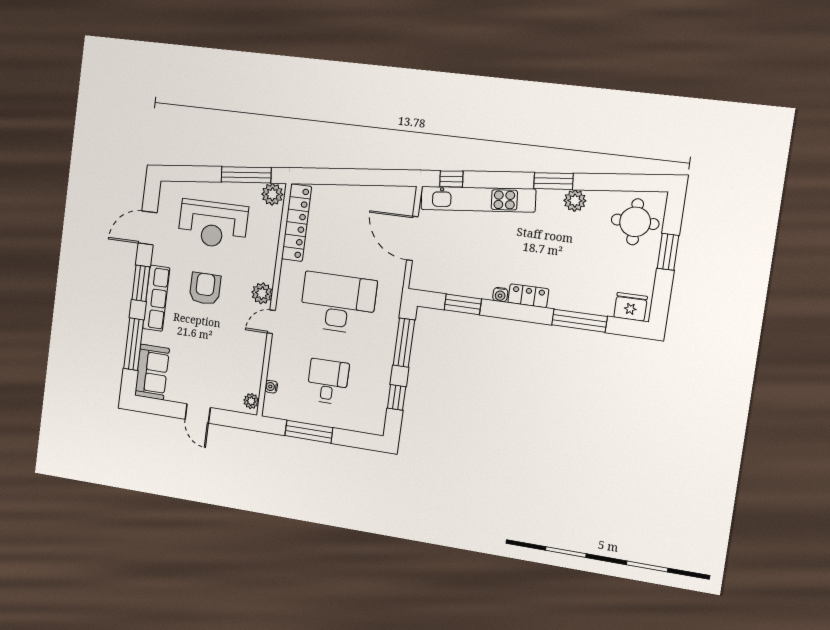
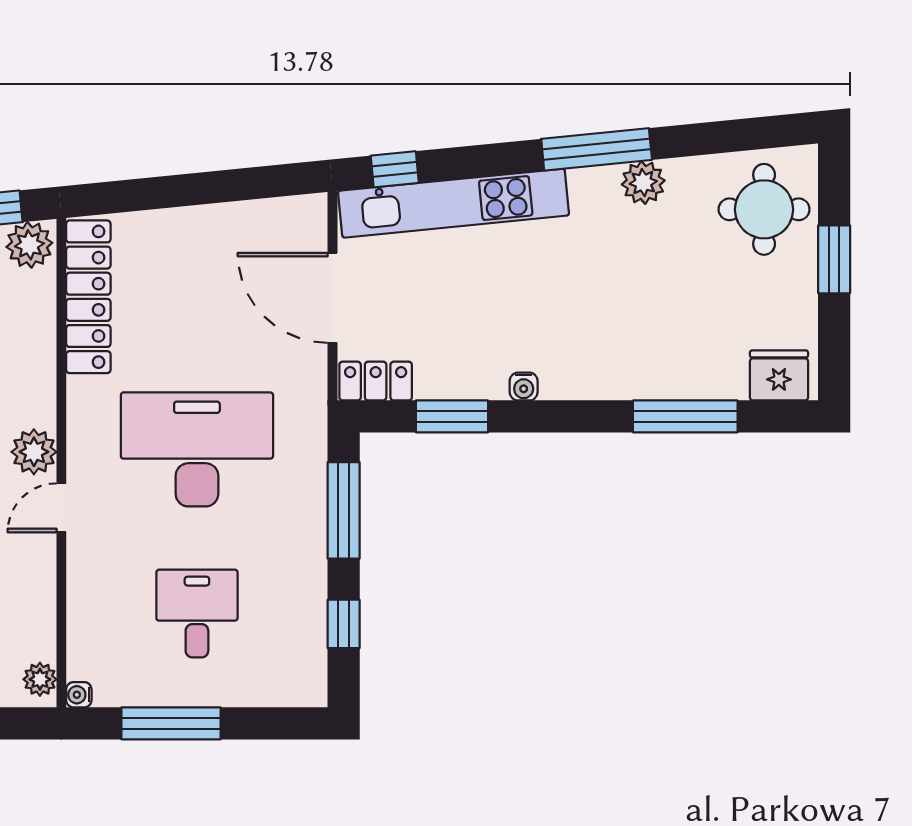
window: (553, 181) -> (597, 149), width x1.44
locker: (528, 296) -> (376, 381), moved
water cooler: (271, 387) -> (79, 695), moved

